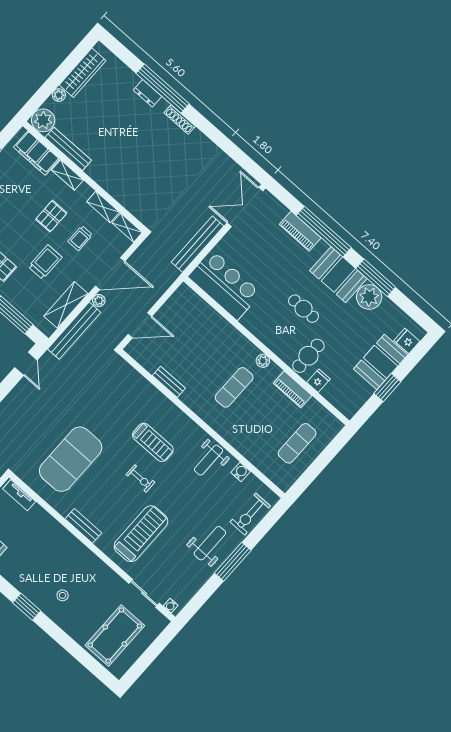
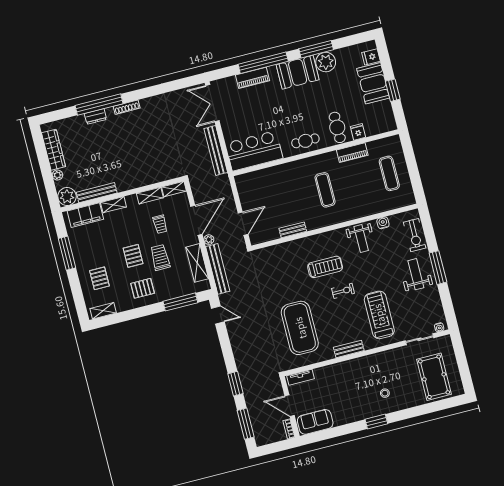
pallet: (51, 216) -> (133, 256), moved
cafe table: (304, 309) -> (305, 141), moved
plant: (263, 361) -> (320, 159), removed

